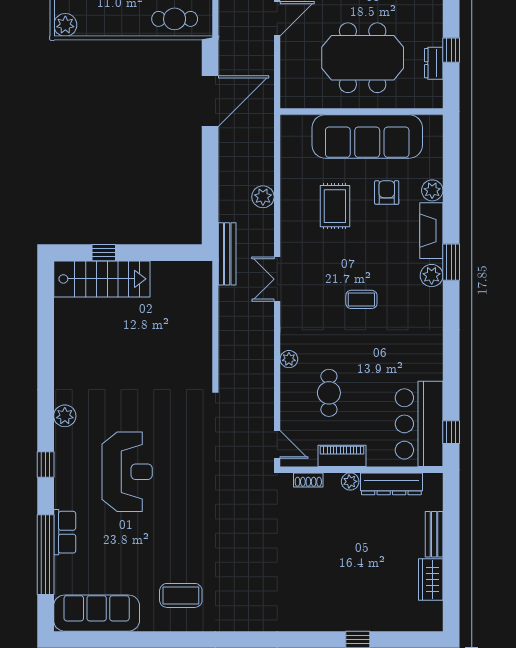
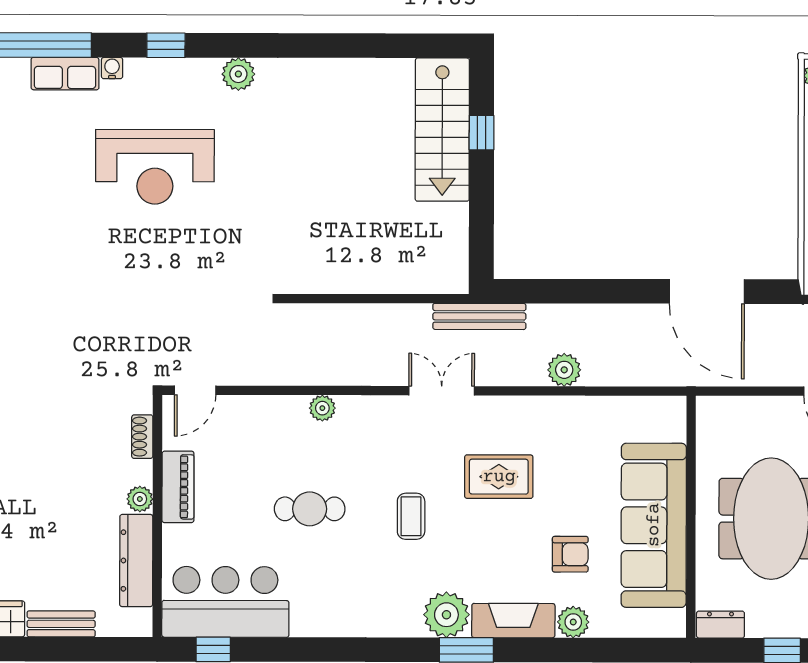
dresser: (434, 63) -> (720, 625), moved
rug: (335, 206) -> (499, 477), moved
plant: (432, 276) -> (446, 615), width x1.36, depth x1.36
cafe table: (329, 393) -> (310, 509), moved
water cooler: (61, 501) -> (112, 68), added

